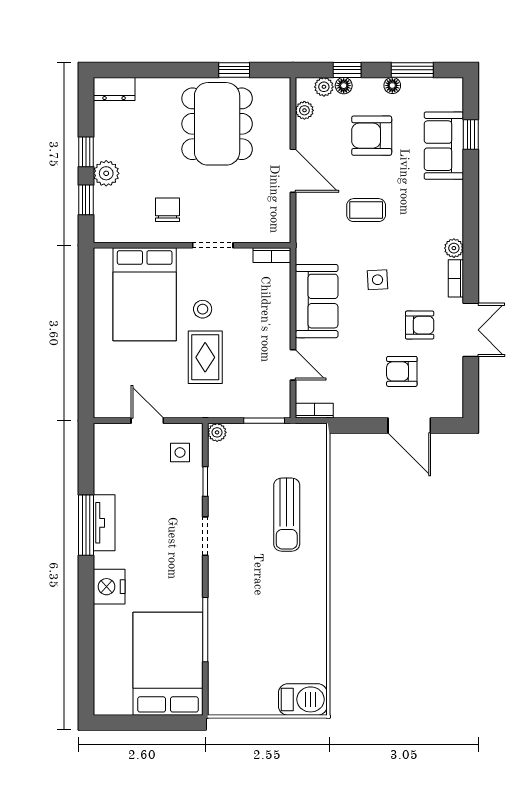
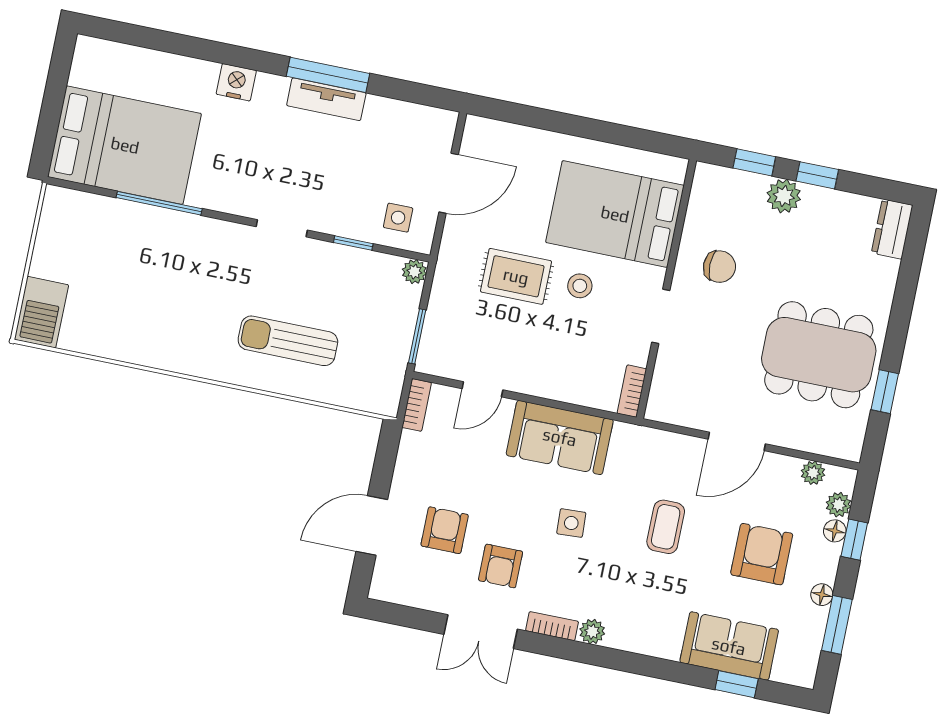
door: (147, 421) -> (449, 183), width x1.38
nightstand: (109, 587) -> (236, 82), width x0.74, depth x0.75

